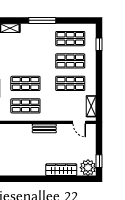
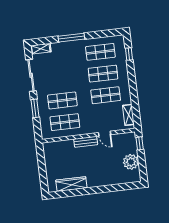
door: (79, 122) -> (105, 134), moved
window: (99, 161) -> (140, 143), moved
plant: (88, 168) -> (131, 162), moved
wardrobe: (61, 170) -> (71, 184), moved

